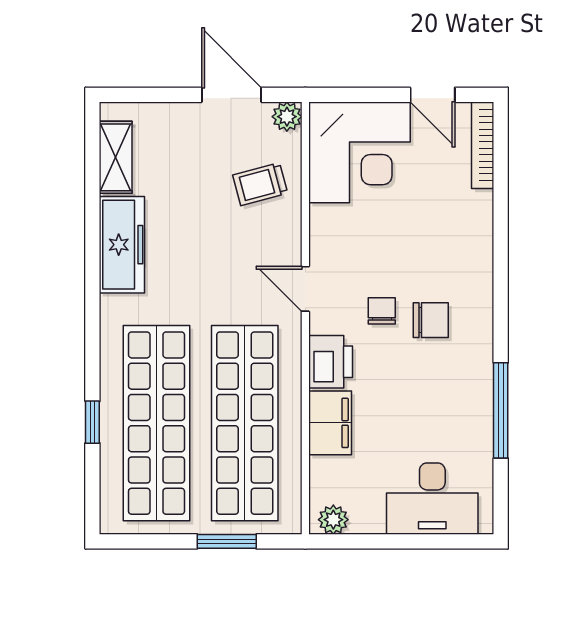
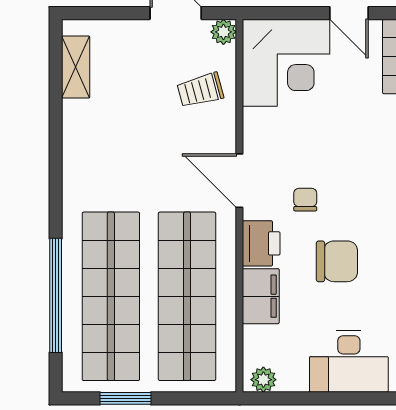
freezer: (122, 245) -> (81, 142), removed
door: (305, 289) -> (239, 181), width x1.38
chair: (431, 320) -> (337, 261), moved, width x1.37, depth x1.37
window: (92, 422) -> (56, 295), width x3.17
window: (227, 541) -> (125, 398), moved

